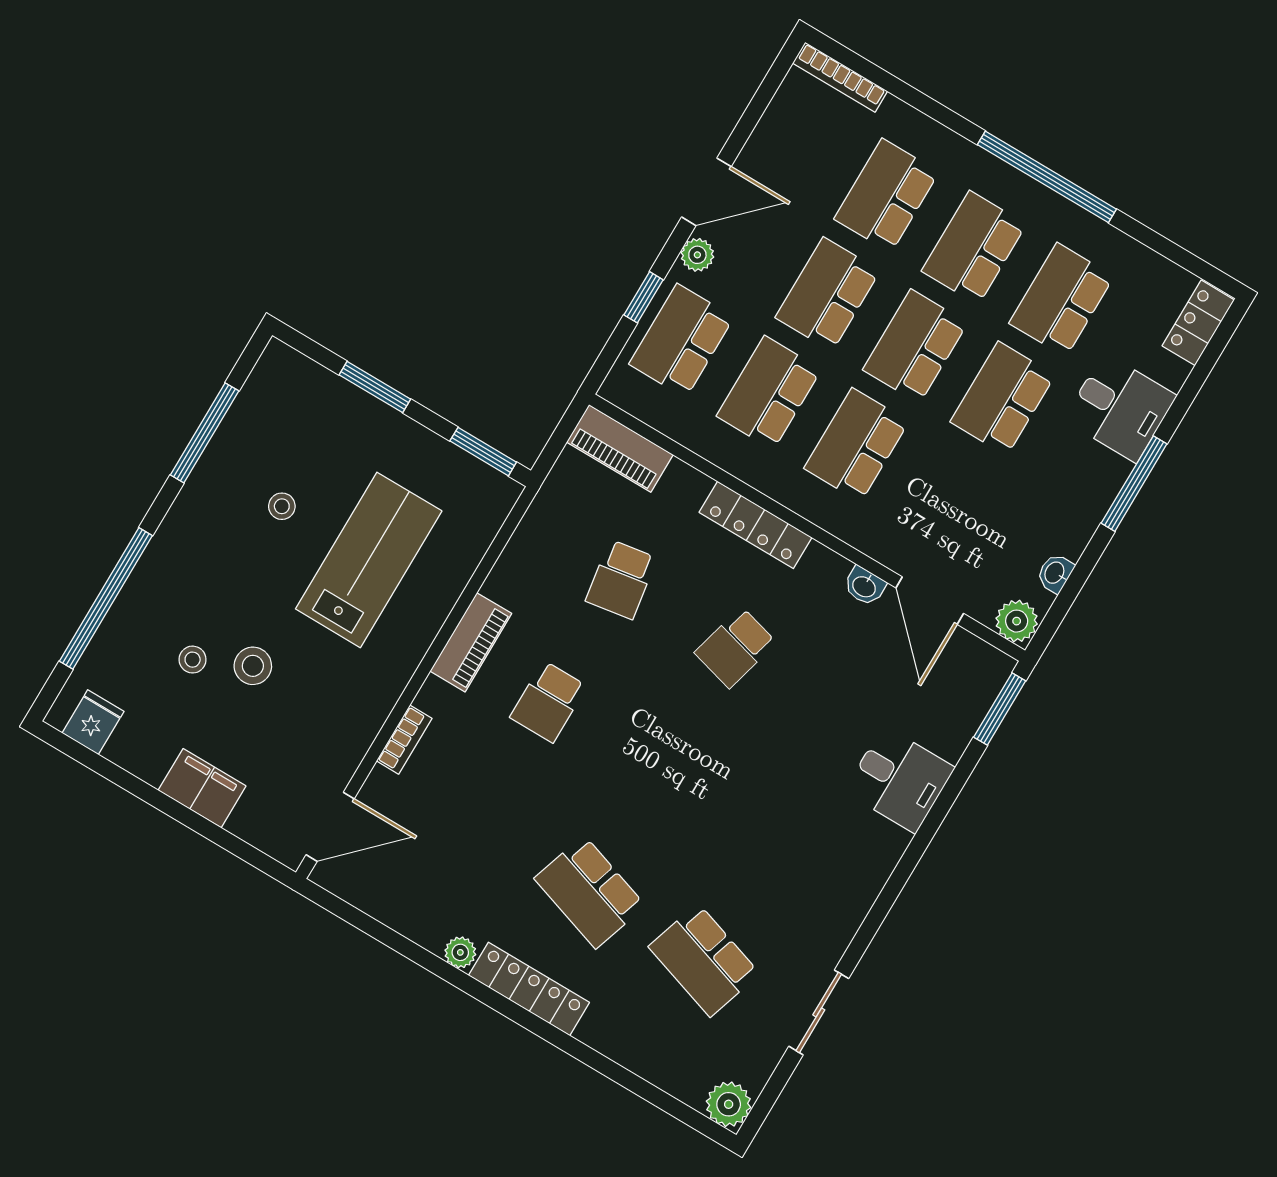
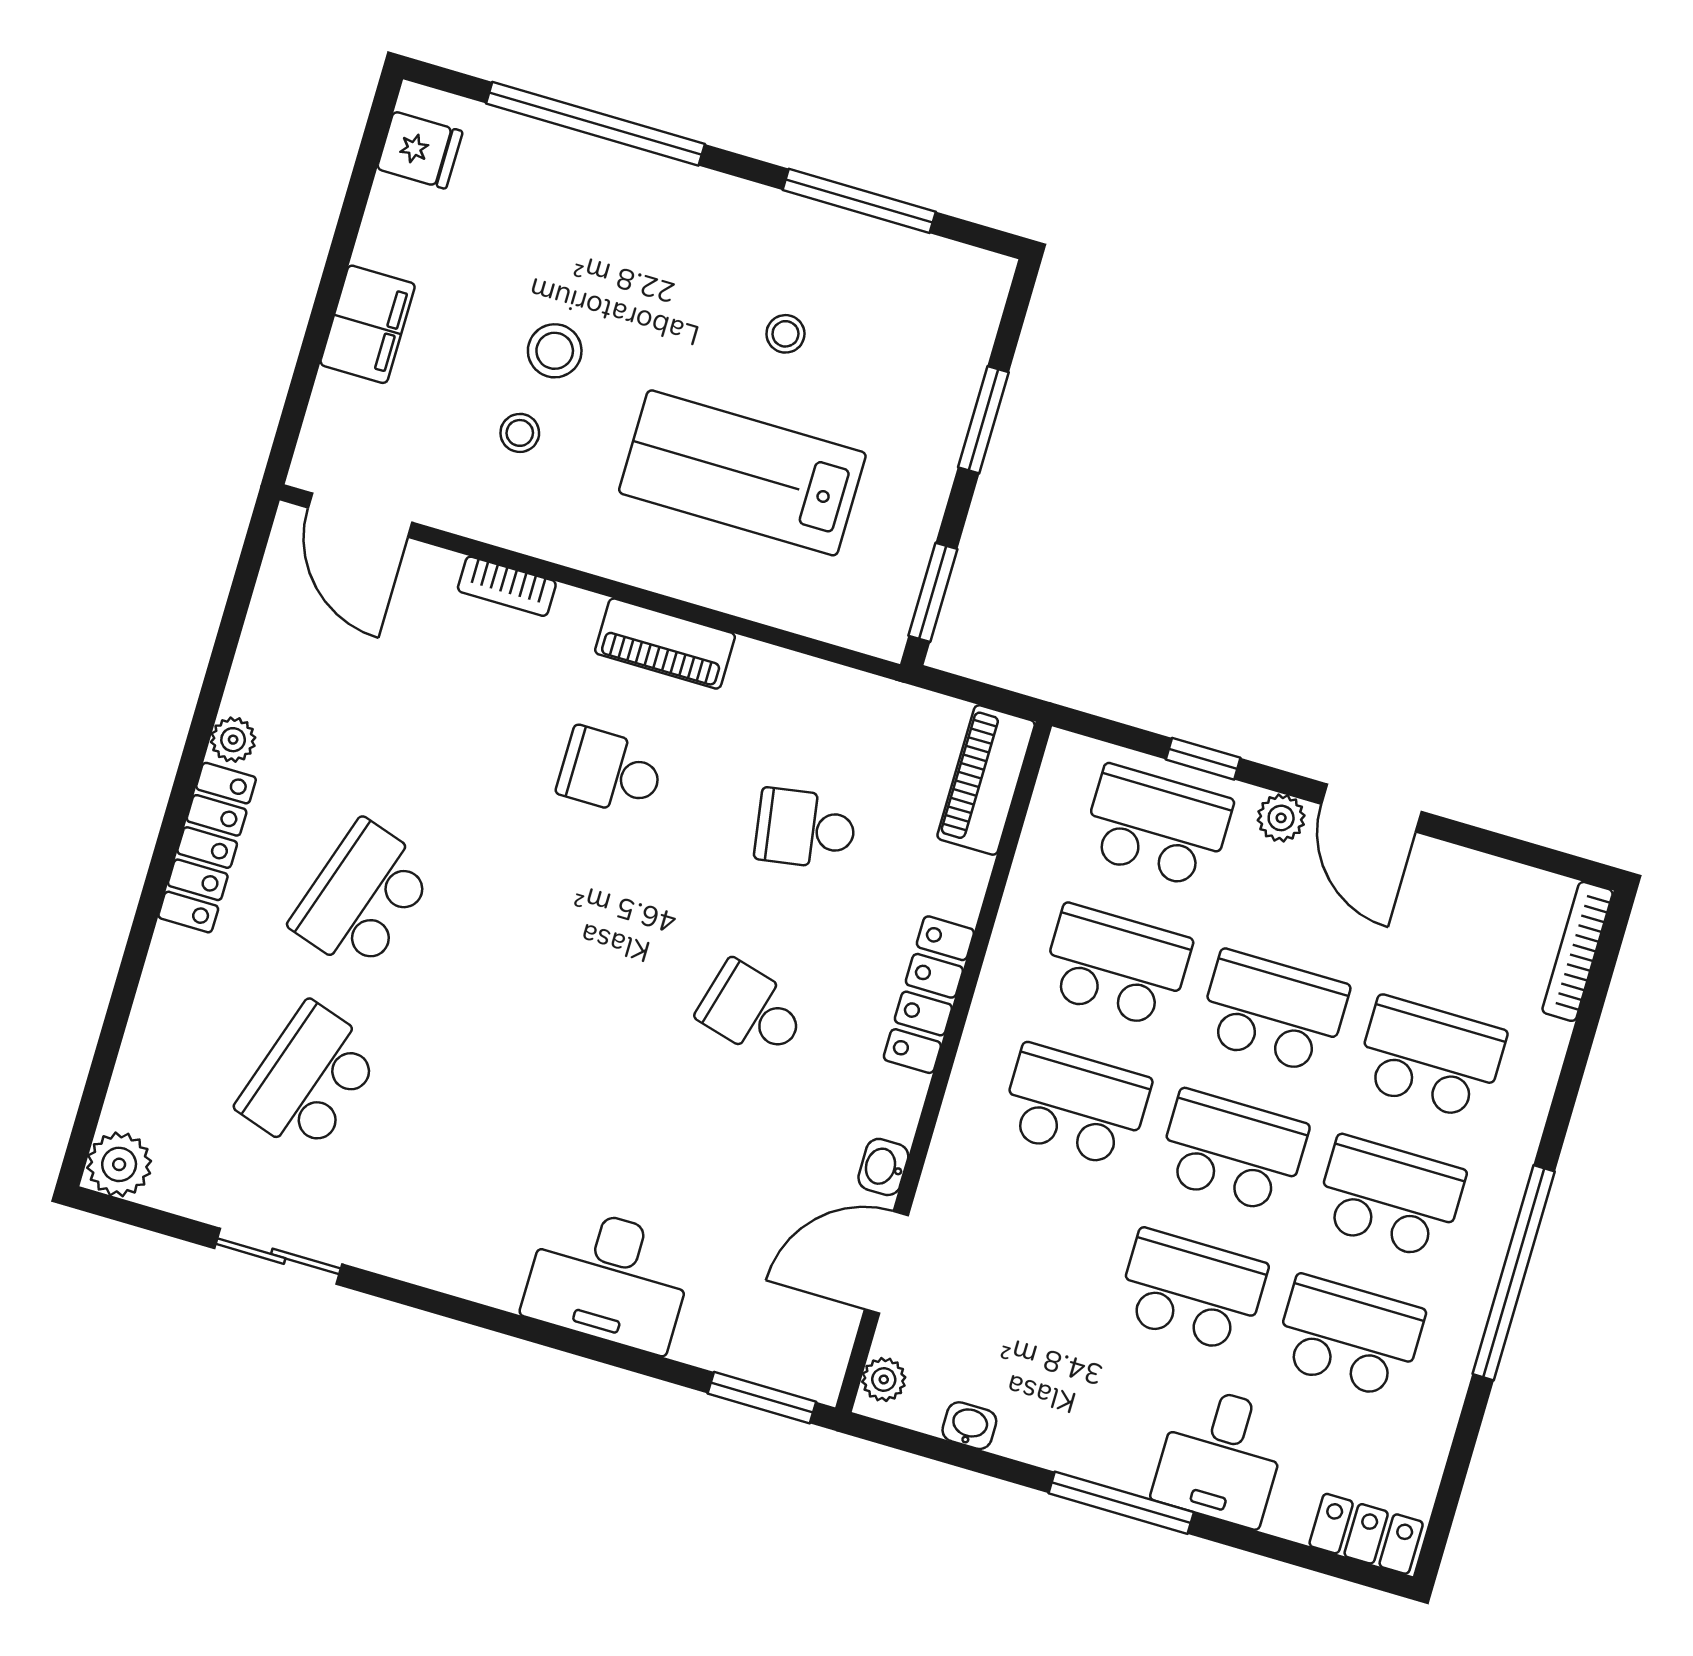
lab bench: (369, 560) -> (742, 473), turned 180
plant: (1017, 621) -> (884, 1379), width x0.73, depth x0.73
stool: (193, 660) -> (520, 433), moved
desk: (899, 779) -> (609, 1279), width x1.37

